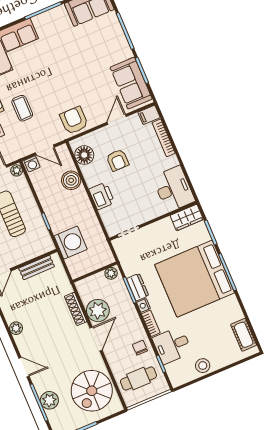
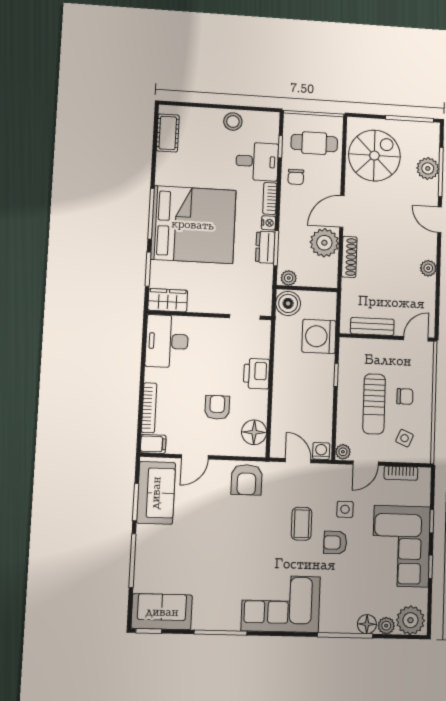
boiler: (71, 180) -> (288, 303), moved

